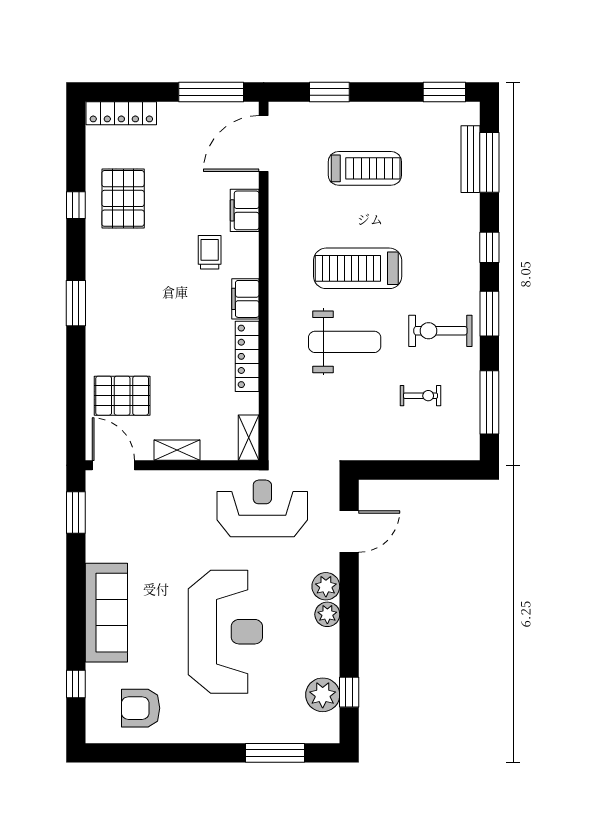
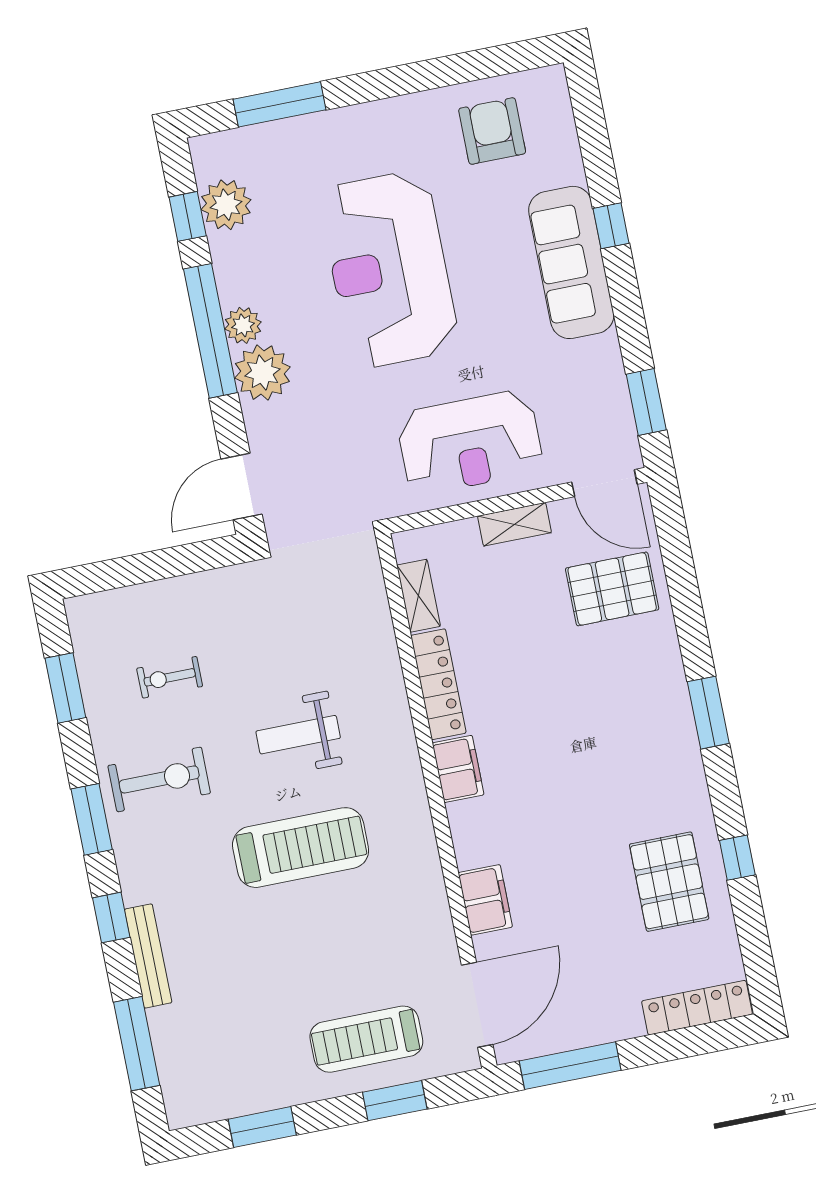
window: (444, 92) -> (262, 1127), moved
bench: (471, 159) -> (148, 956), moved
treadmill: (365, 168) -> (366, 1039), moved
trolley: (210, 252) -> (525, 828), removed
weight bench: (345, 342) -> (298, 735), width x0.73, depth x0.75
window: (489, 402) -> (65, 688), width x0.69
shelving: (249, 438) -> (418, 596), moved
reception desk: (262, 508) -> (470, 442), moved
door: (349, 532) -> (242, 487), moved
plant: (326, 586) -> (262, 373), width x1.36, depth x1.36
window: (349, 615) -> (210, 331), added
window: (76, 684) -> (611, 226), moved
armchair: (141, 708) -> (492, 131), turned -90

